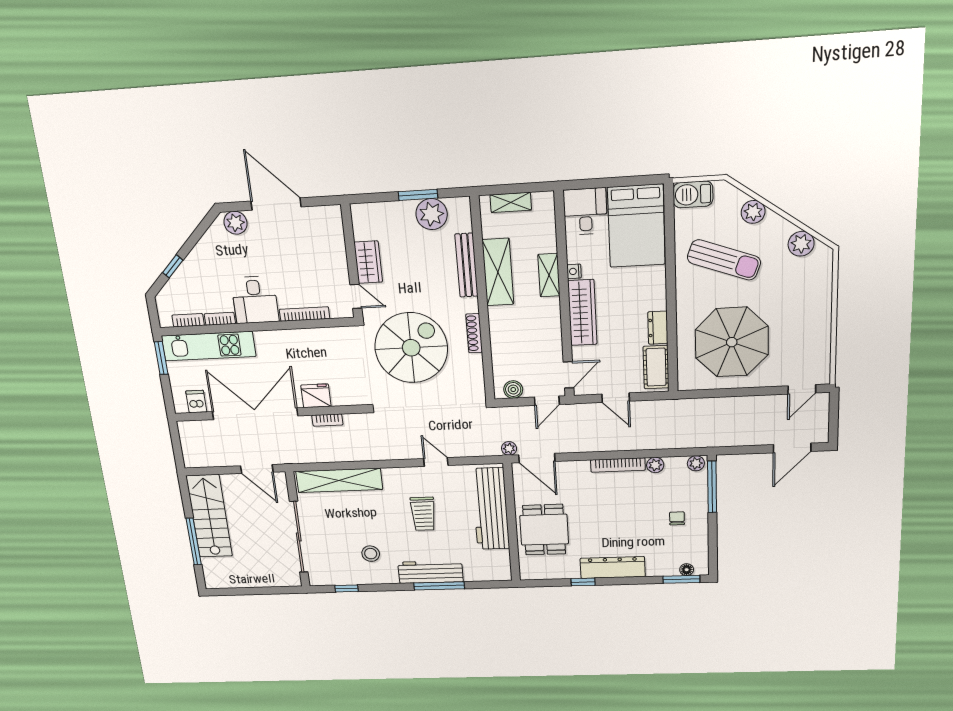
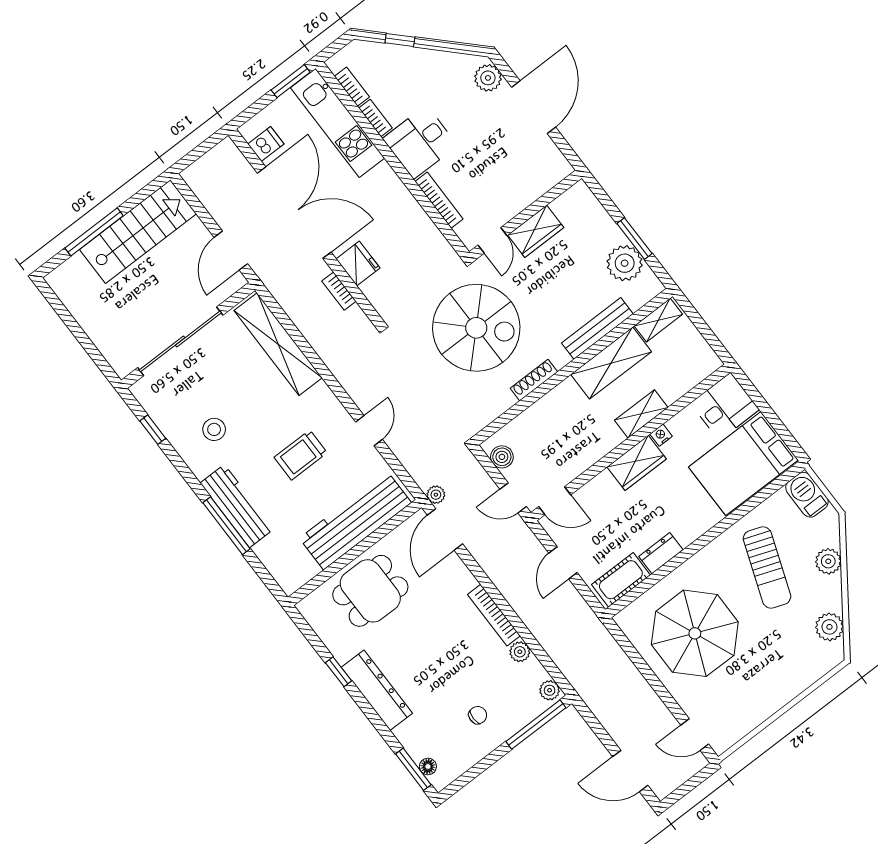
shelving: (511, 202) -> (658, 320), moved, turned 90
wardrobe: (582, 313) -> (637, 463), width x0.67

